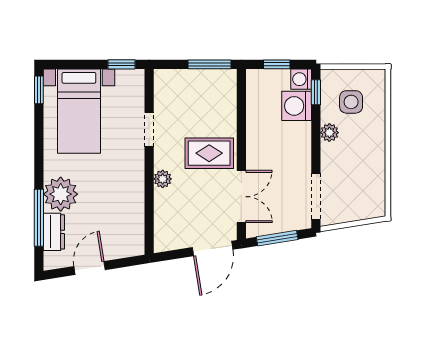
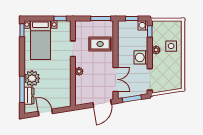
side table: (351, 102) -> (171, 46), moved
washing machine: (297, 106) -> (141, 57), moved
rug: (209, 153) -> (100, 44), moved
door: (90, 268) -> (45, 112), hinge flipped

